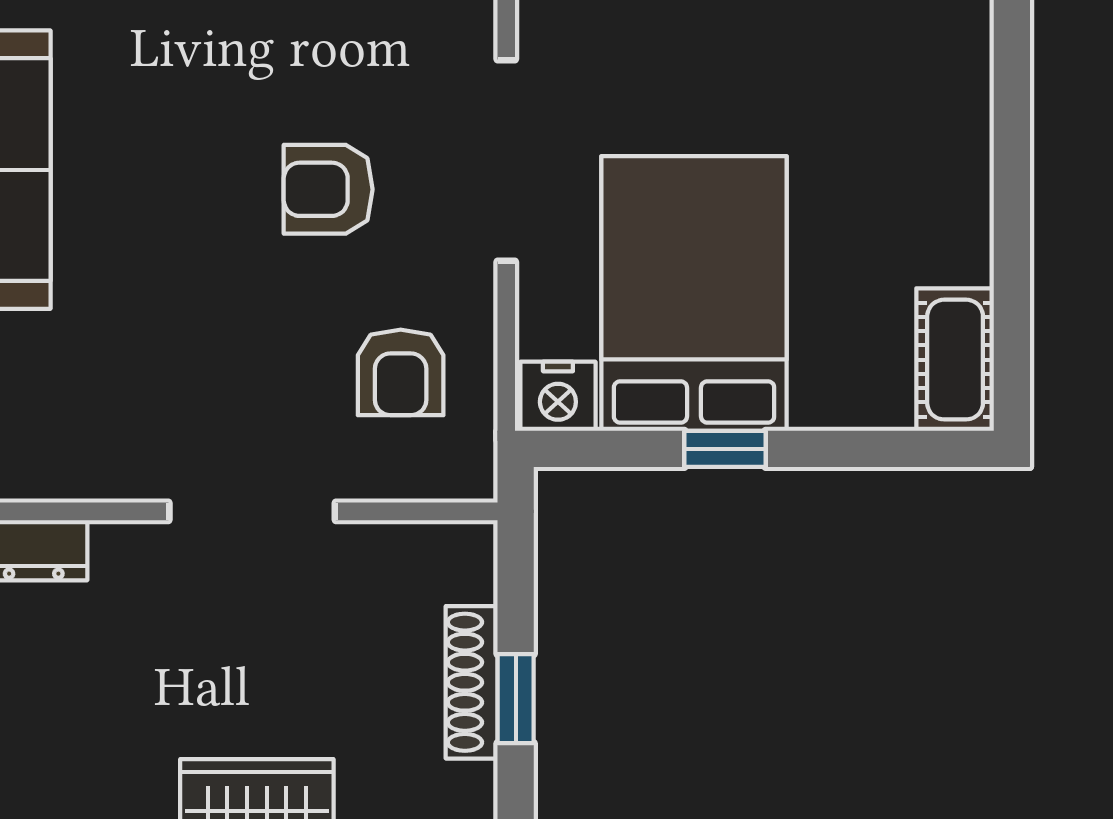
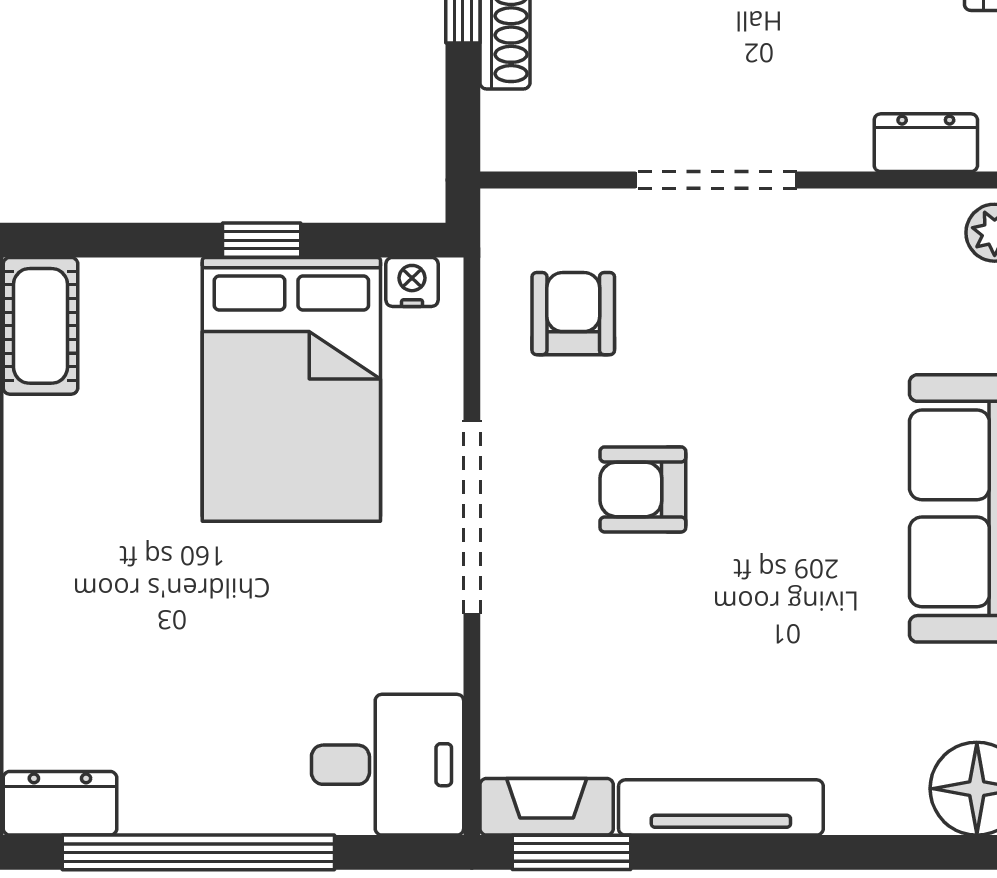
armchair: (328, 189) -> (643, 489), turned 180
nightstand: (558, 396) -> (412, 282), width x0.72, depth x0.74

